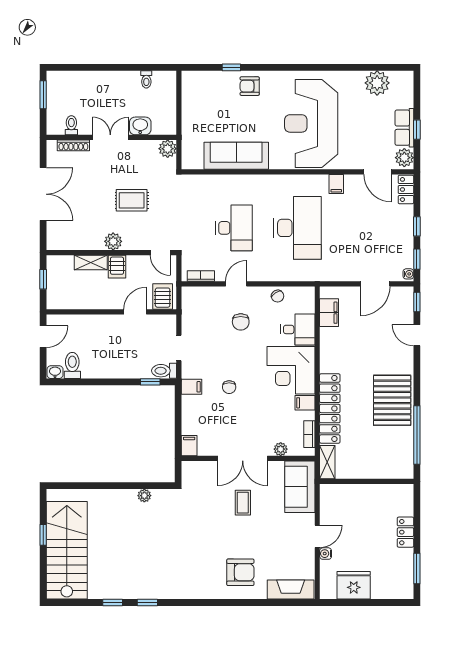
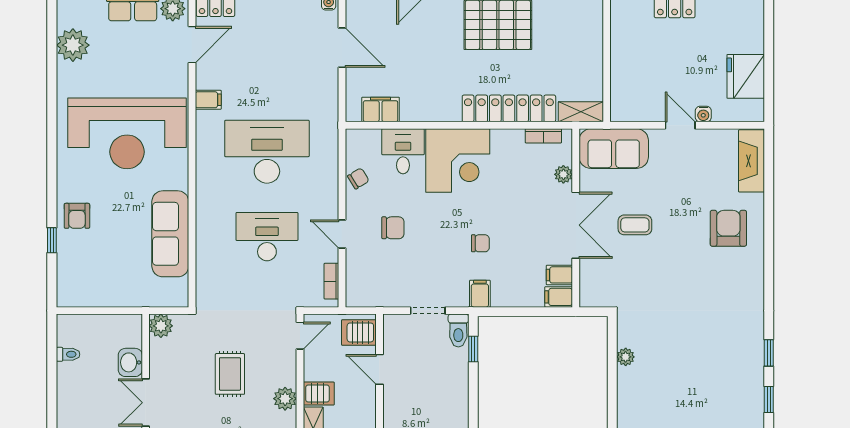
filing cabinet: (305, 403) -> (559, 275), moved, turned 90

